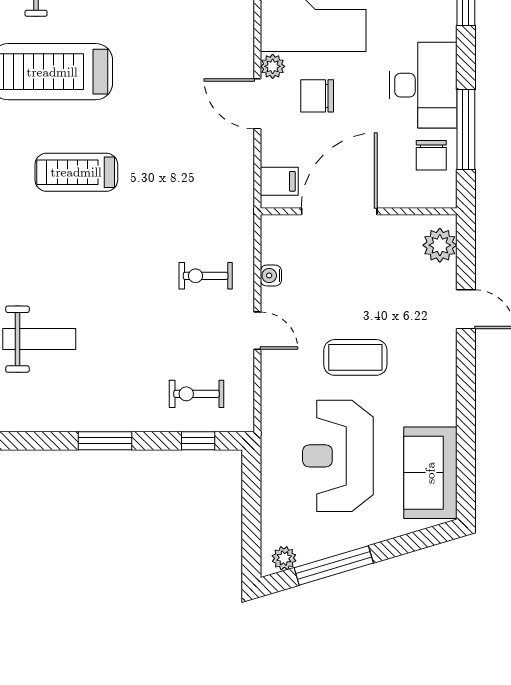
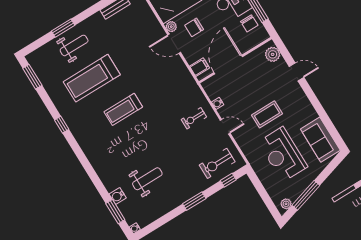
exercise bike: (197, 394) -> (217, 163), width x1.38, depth x1.39

